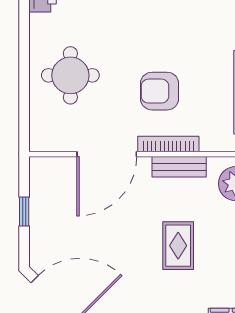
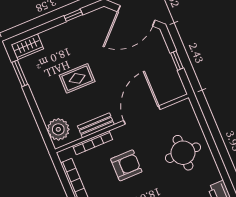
bookcase: (168, 144) -> (93, 143), moved
rug: (178, 246) -> (77, 78), turned 90

